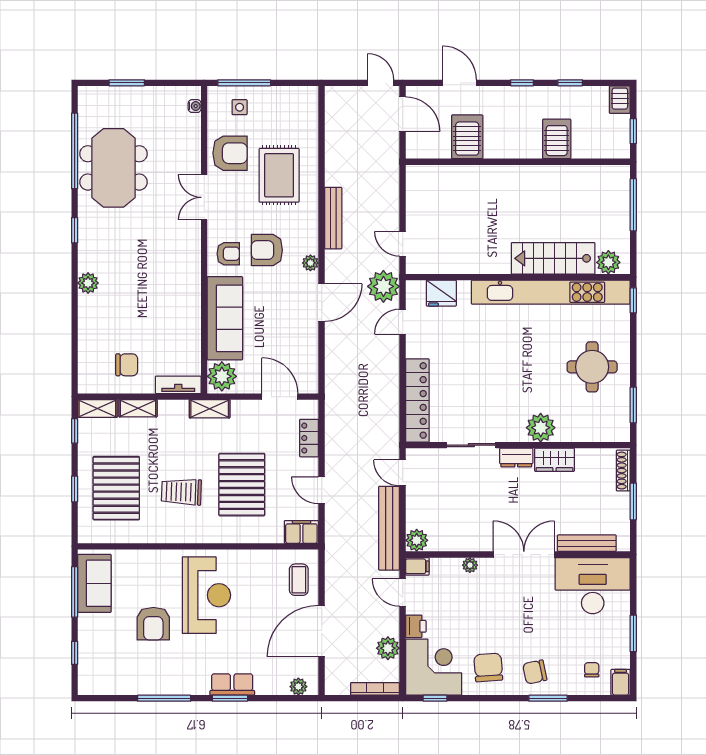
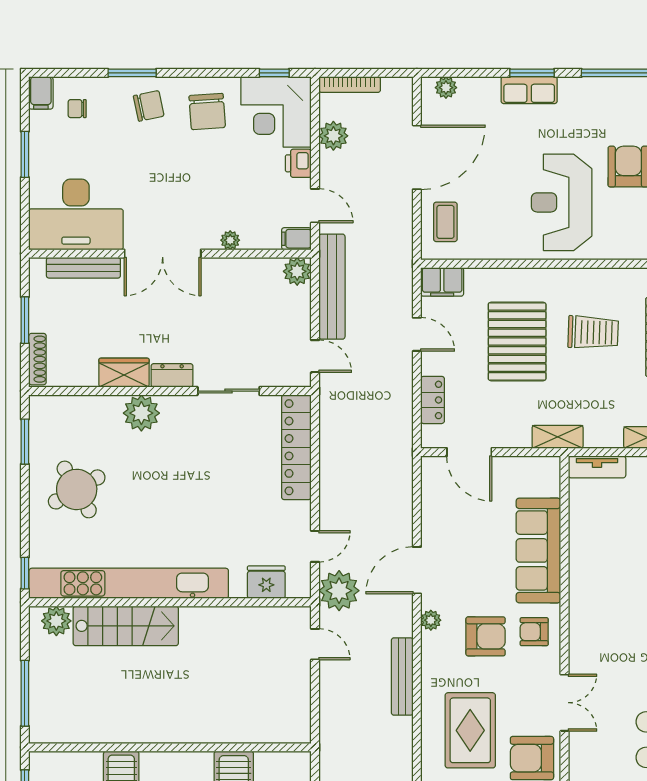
round table: (592, 367) -> (77, 489), turned -30
plant: (222, 376) -> (542, 478), removed
chair: (592, 670) -> (77, 109), turned 90

